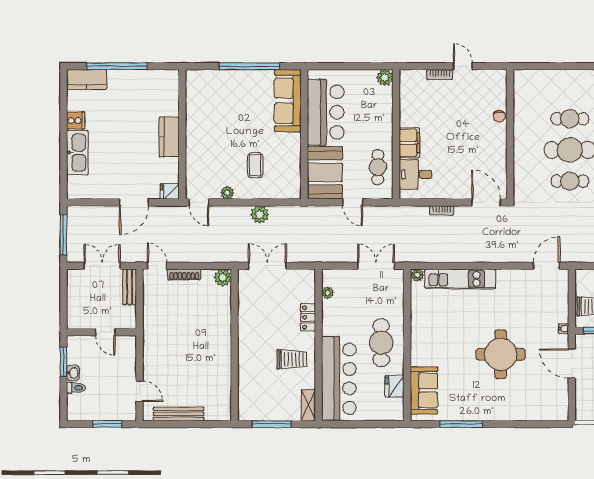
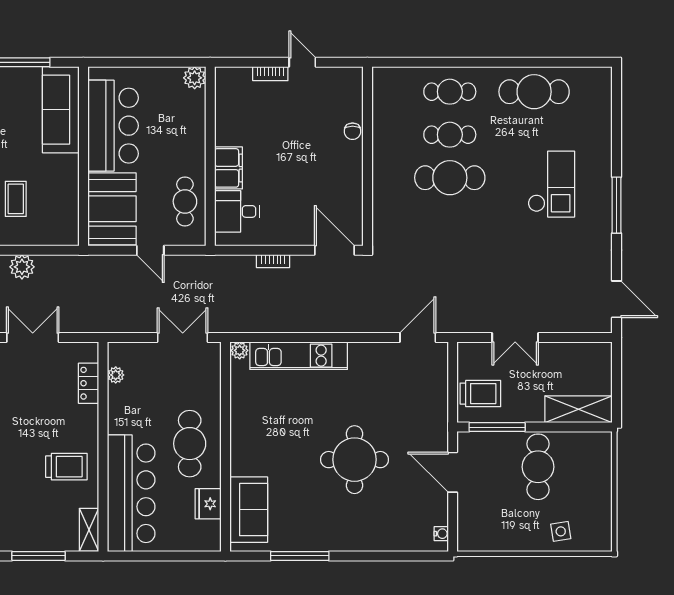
cafe table: (570, 181) -> (450, 92), moved
locker: (308, 317) -> (89, 383), moved
water cooler: (564, 329) -> (441, 534), moved

